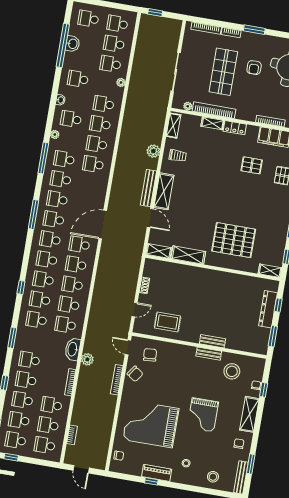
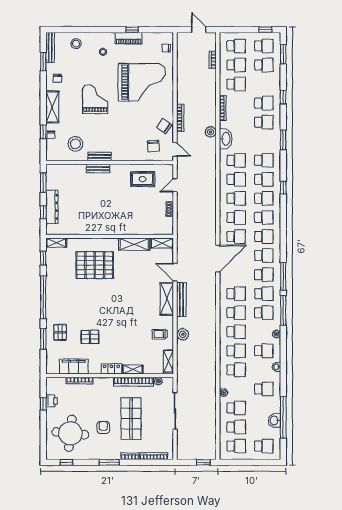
window: (34, 214) -> (283, 276), moved
school desk: (23, 400) -> (236, 294), moved

